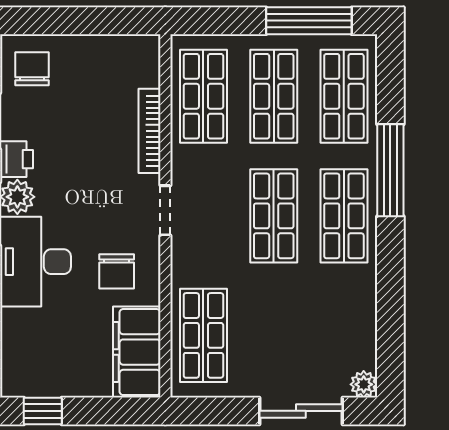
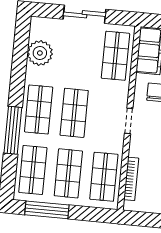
bookcase: (149, 131) -> (131, 179), moved
plant: (364, 384) -> (40, 53), moved, width x1.88, depth x1.88
sliding door: (301, 411) -> (84, 14), moved

